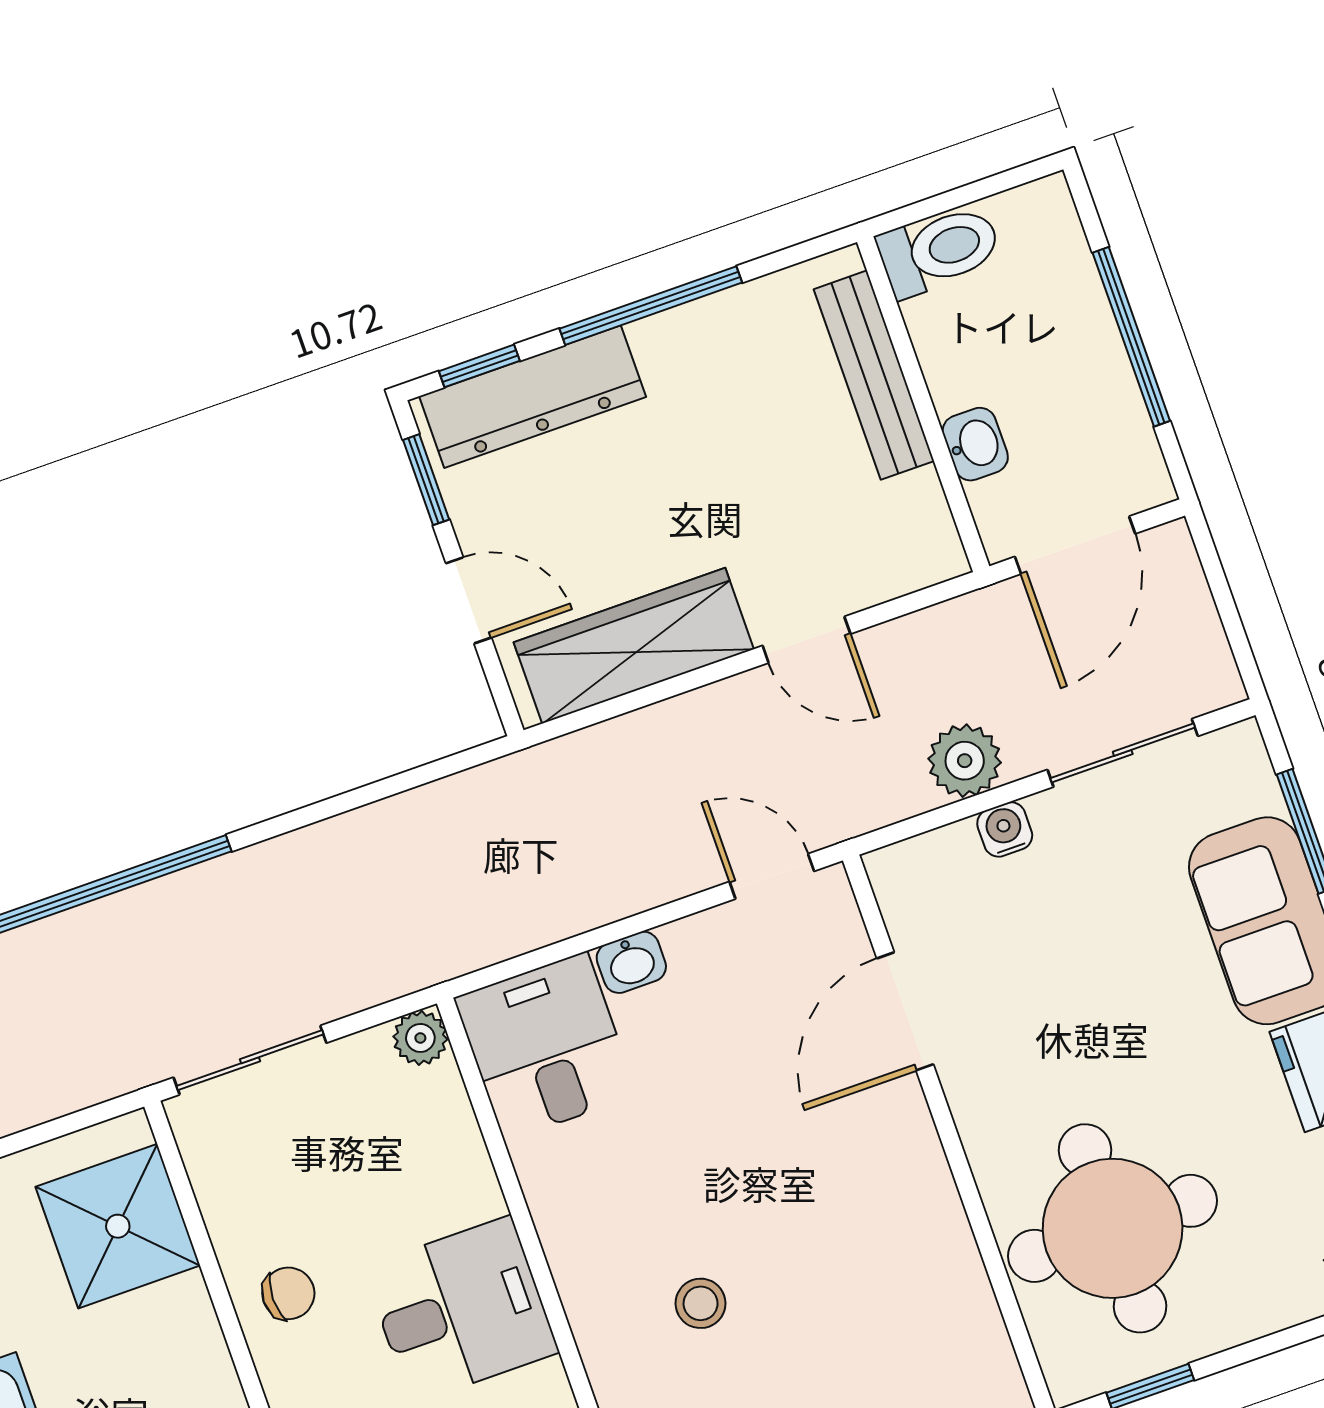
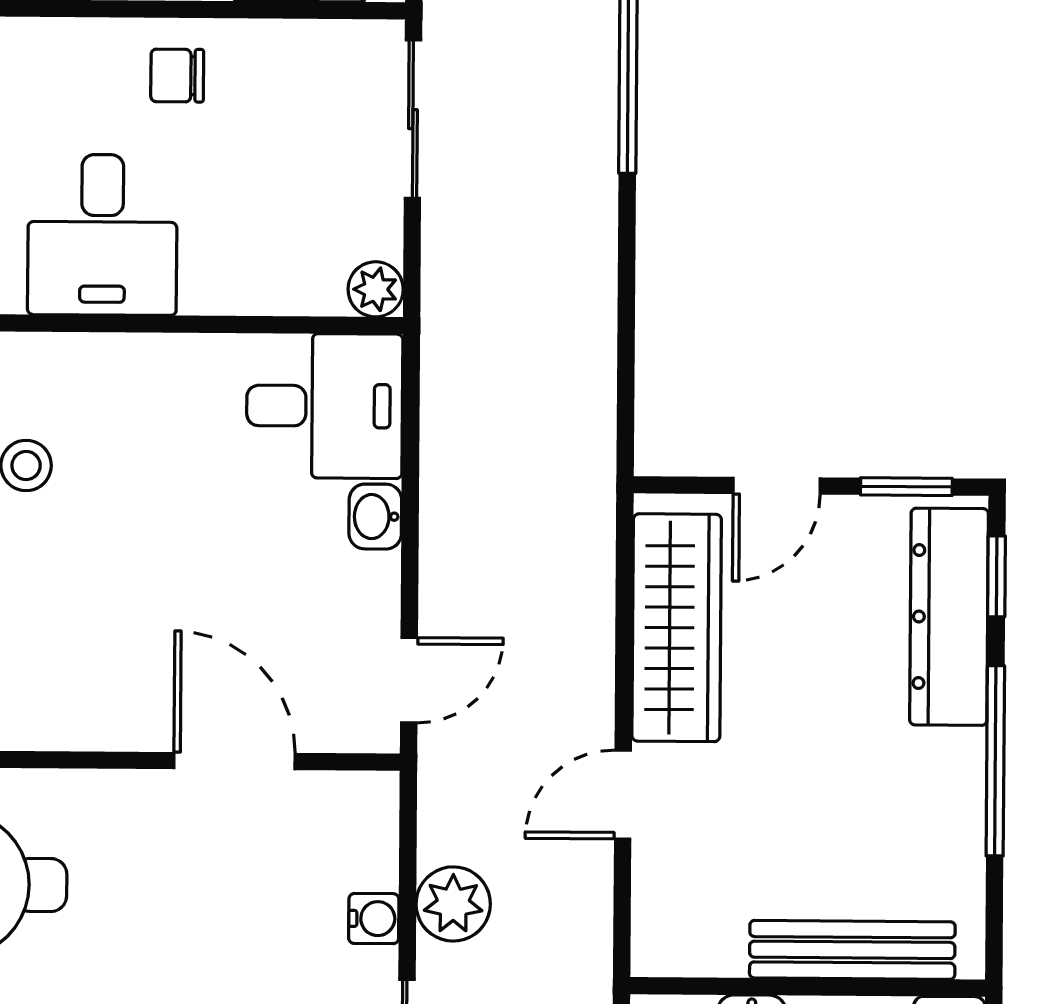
chair: (288, 1293) -> (177, 76), turned 90

